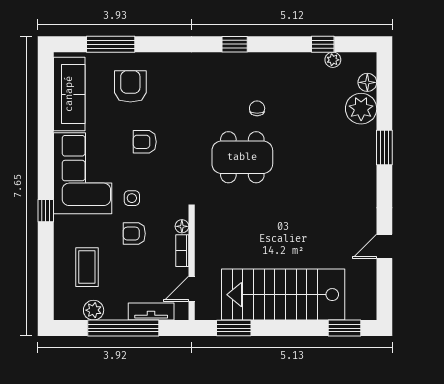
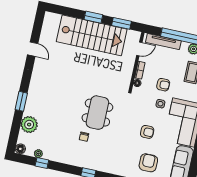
floor lamp: (367, 82) -> (20, 149), moved
armchair: (130, 86) -> (148, 163), turned 180
dining table: (242, 157) -> (97, 113), turned 90
door: (384, 246) -> (33, 49), hinge flipped
tv unit: (151, 312) -> (163, 42), width x1.41
window: (345, 328) -> (93, 17), moved

